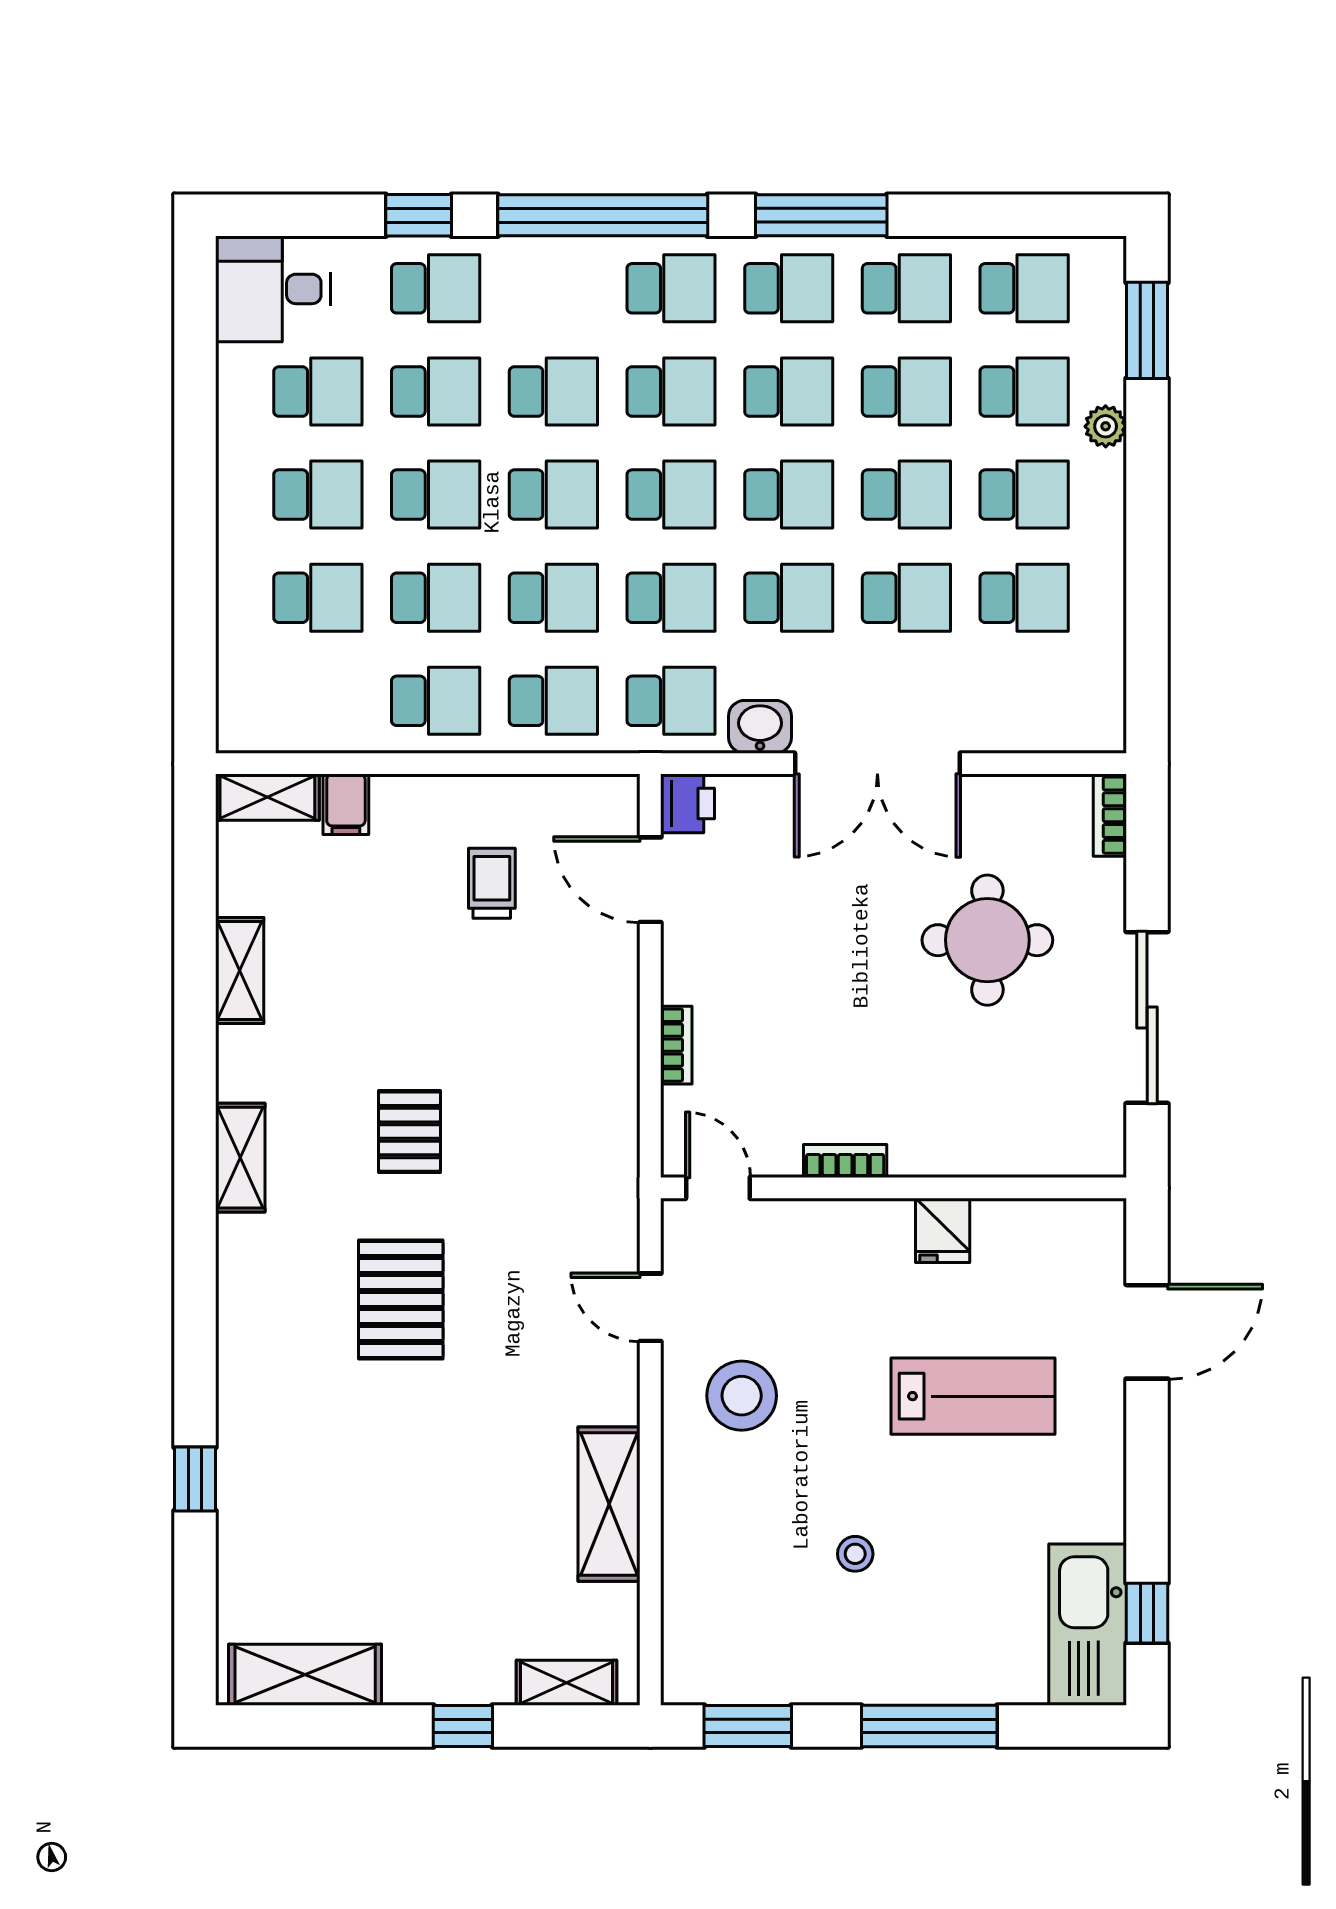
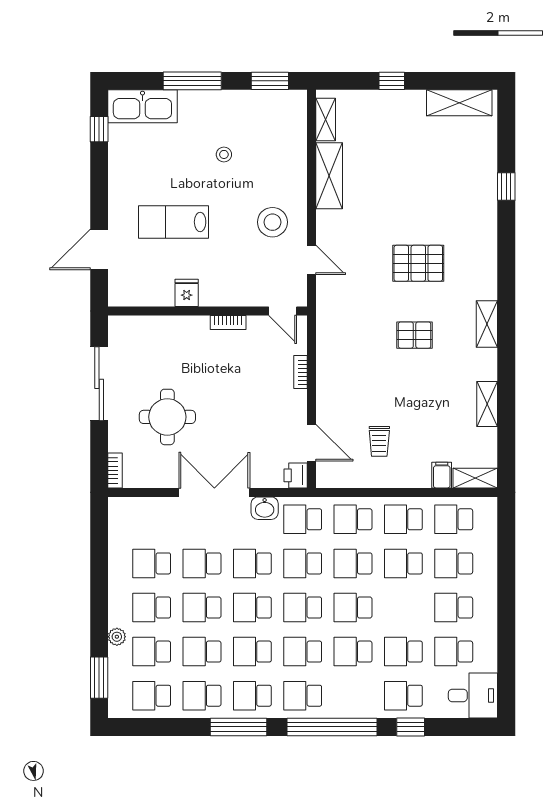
school desk: (436, 495) -> (454, 519), moved
pallet: (409, 1132) -> (415, 335), turned 90
pallet: (401, 1299) -> (418, 263), turned 90
kitchen sink: (1088, 1625) -> (142, 106), moved, turned 90
shelving: (567, 1683) -> (326, 120), moved, turned 90

